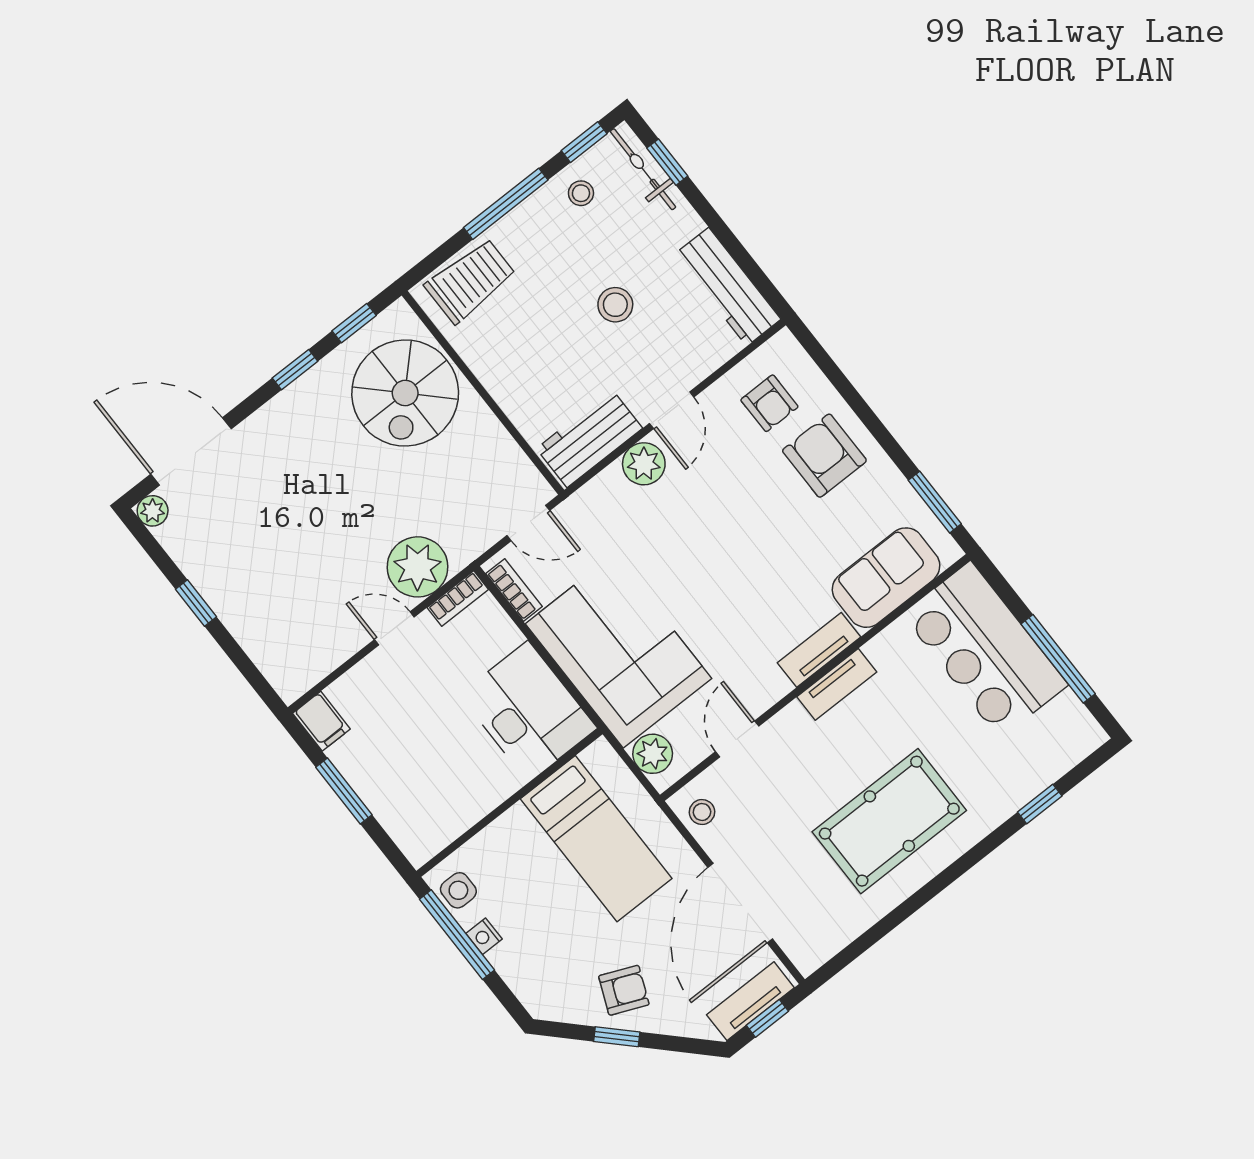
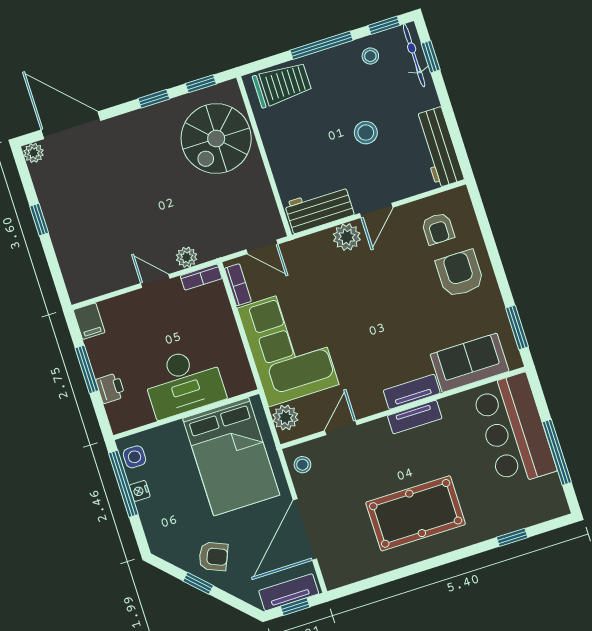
plant: (418, 567) -> (187, 257), width x0.53, depth x0.53
desk: (528, 711) -> (184, 382), moved, turned 90
printer: (388, 805) -> (110, 388), added
bed: (596, 839) -> (231, 457), width x1.50

